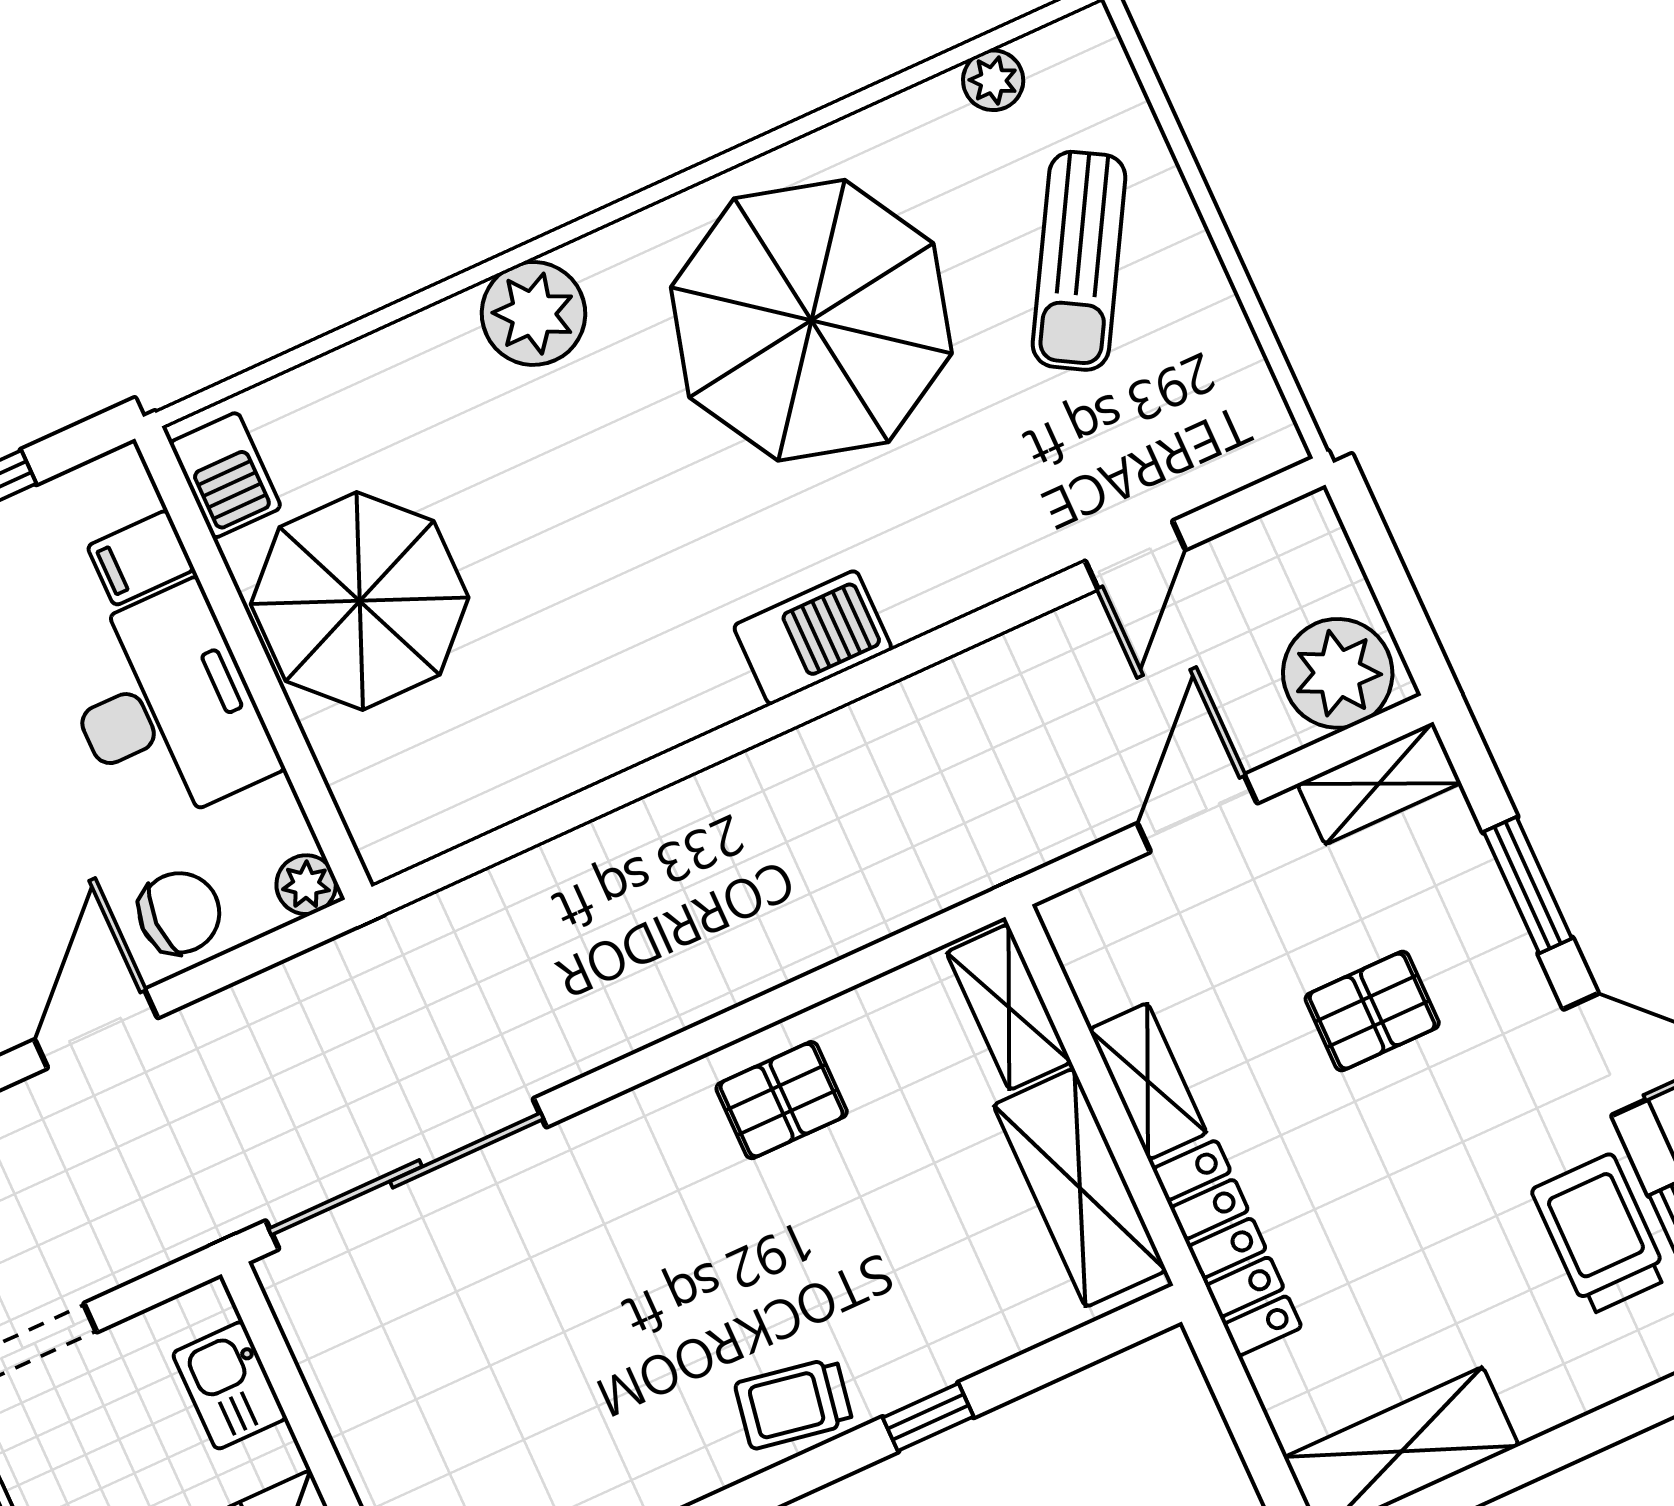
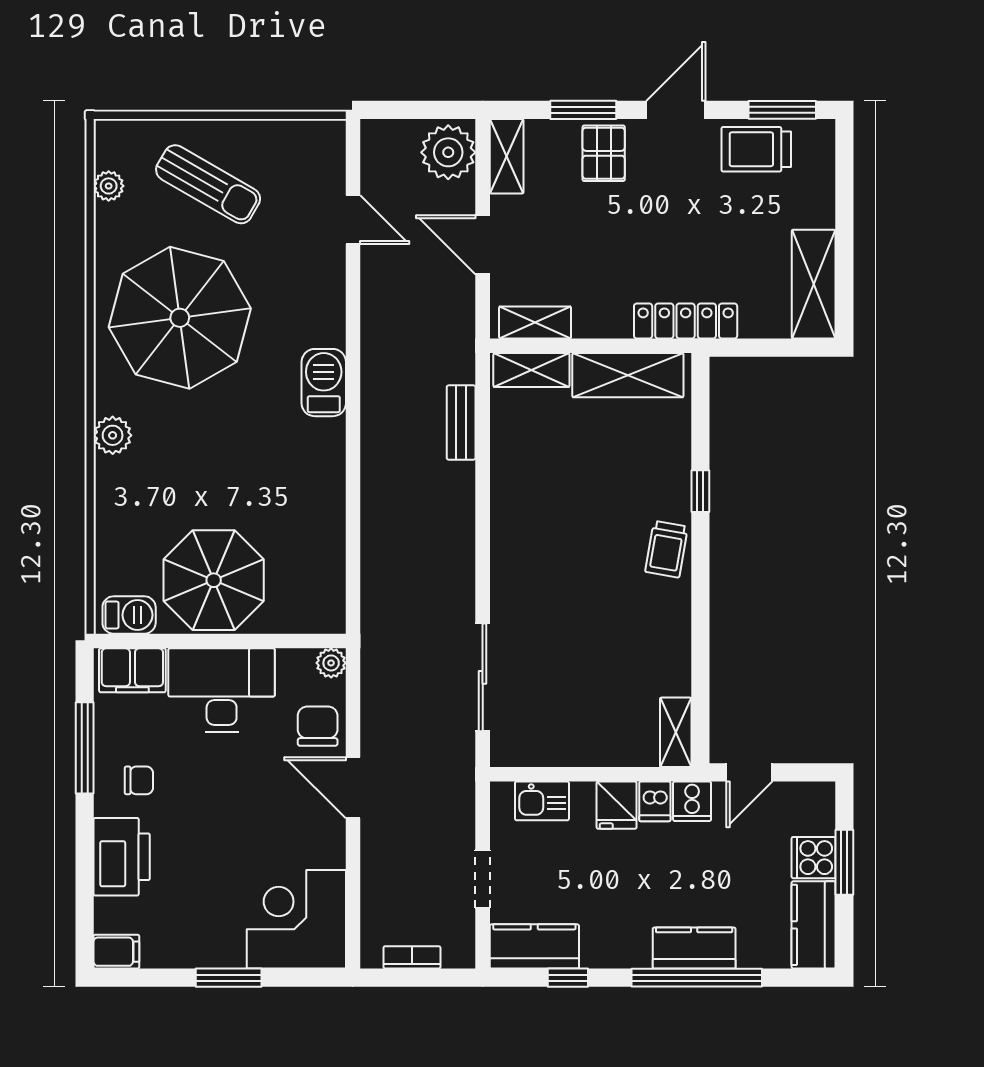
plant: (533, 313) -> (113, 435), width x0.73, depth x0.73
filing cabinet: (141, 558) -> (132, 670), width x2.00
bench: (854, 922) -> (461, 423), added
pallet: (1372, 1011) -> (604, 153), moved
shelving: (1148, 1081) -> (535, 322), moved
pallet: (782, 1100) -> (527, 492), removed
sliding door: (406, 1174) -> (483, 677), width x0.73

